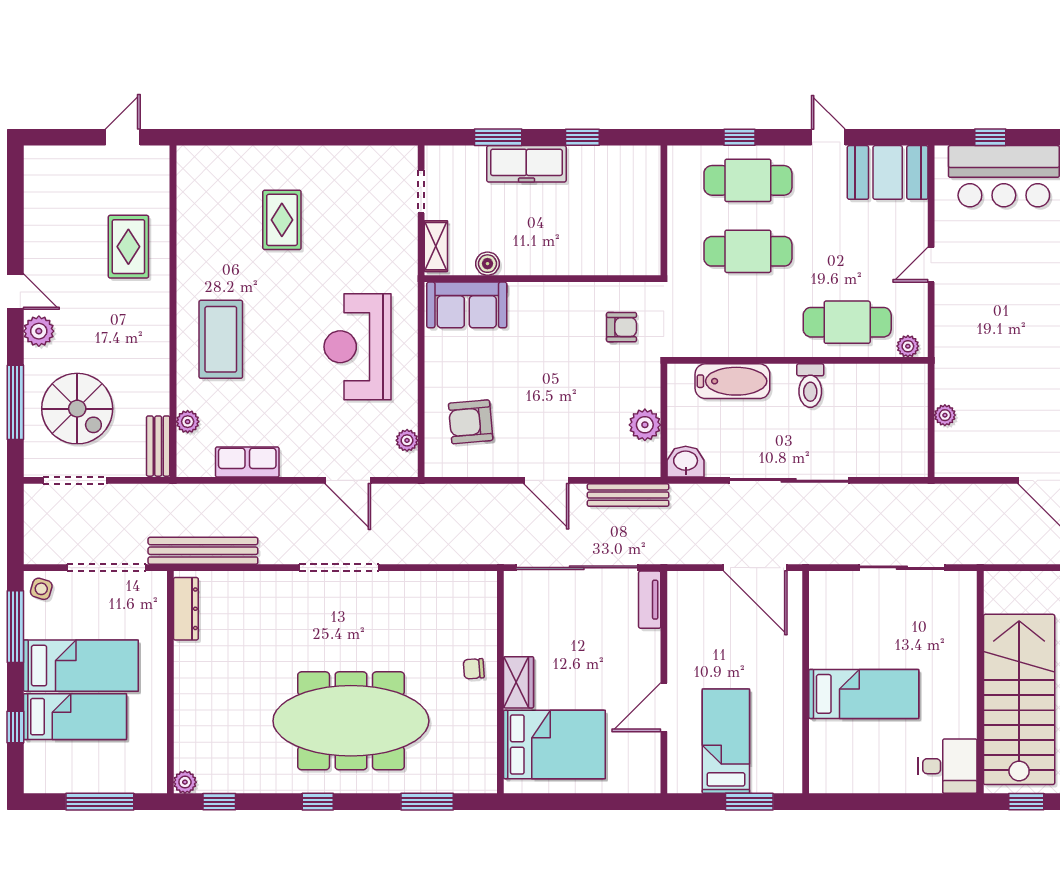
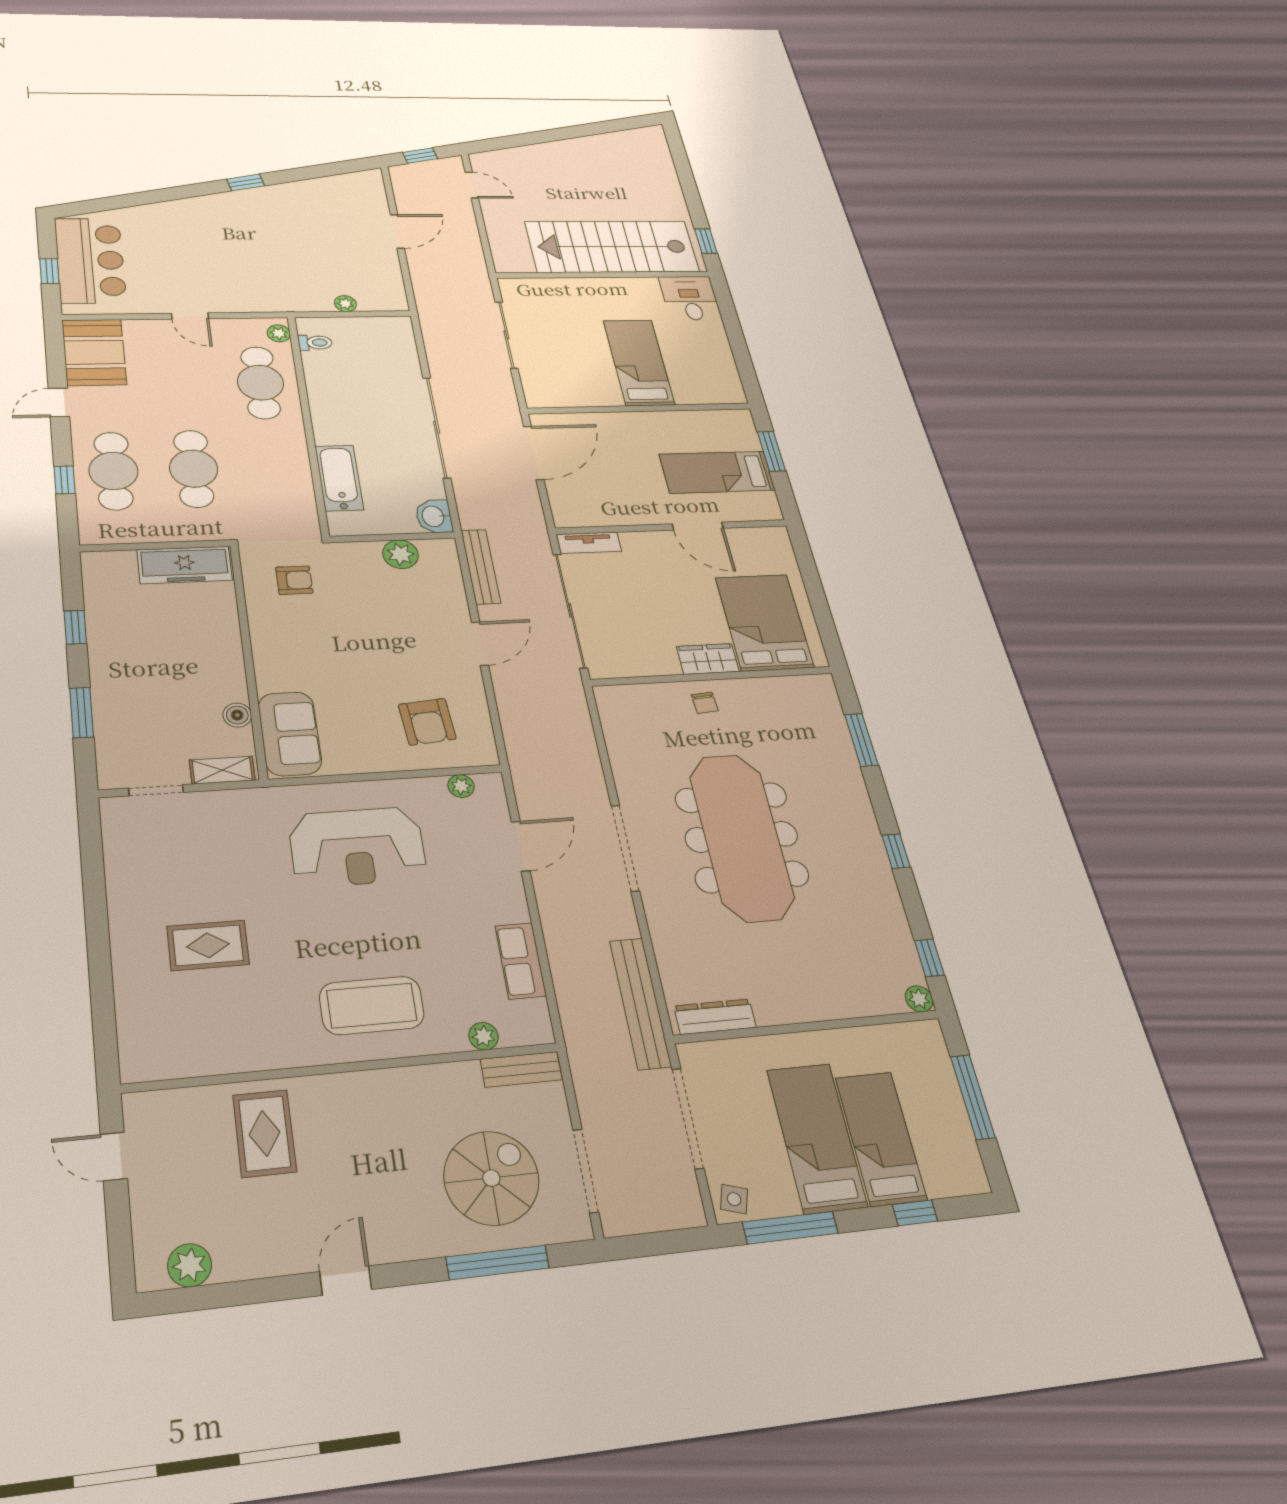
freezer: (526, 164) -> (185, 565), moved, turned 90
rug: (128, 247) -> (265, 1133), turned 90
armchair: (621, 327) -> (294, 580), turned 90
plant: (39, 331) -> (190, 1265), moved
toilet: (810, 386) -> (315, 343), moved, width x0.73, depth x0.72
meeting table: (351, 721) -> (742, 837), moved

